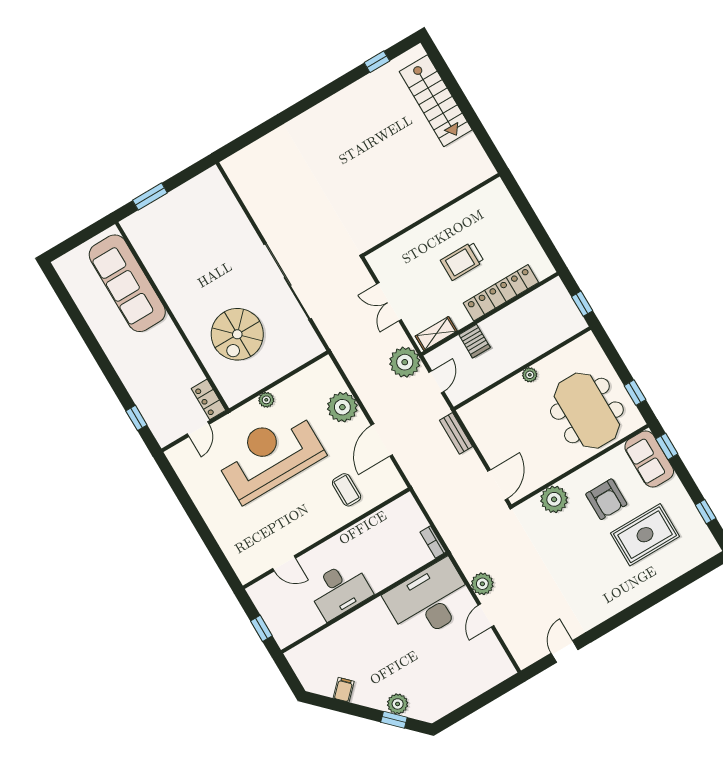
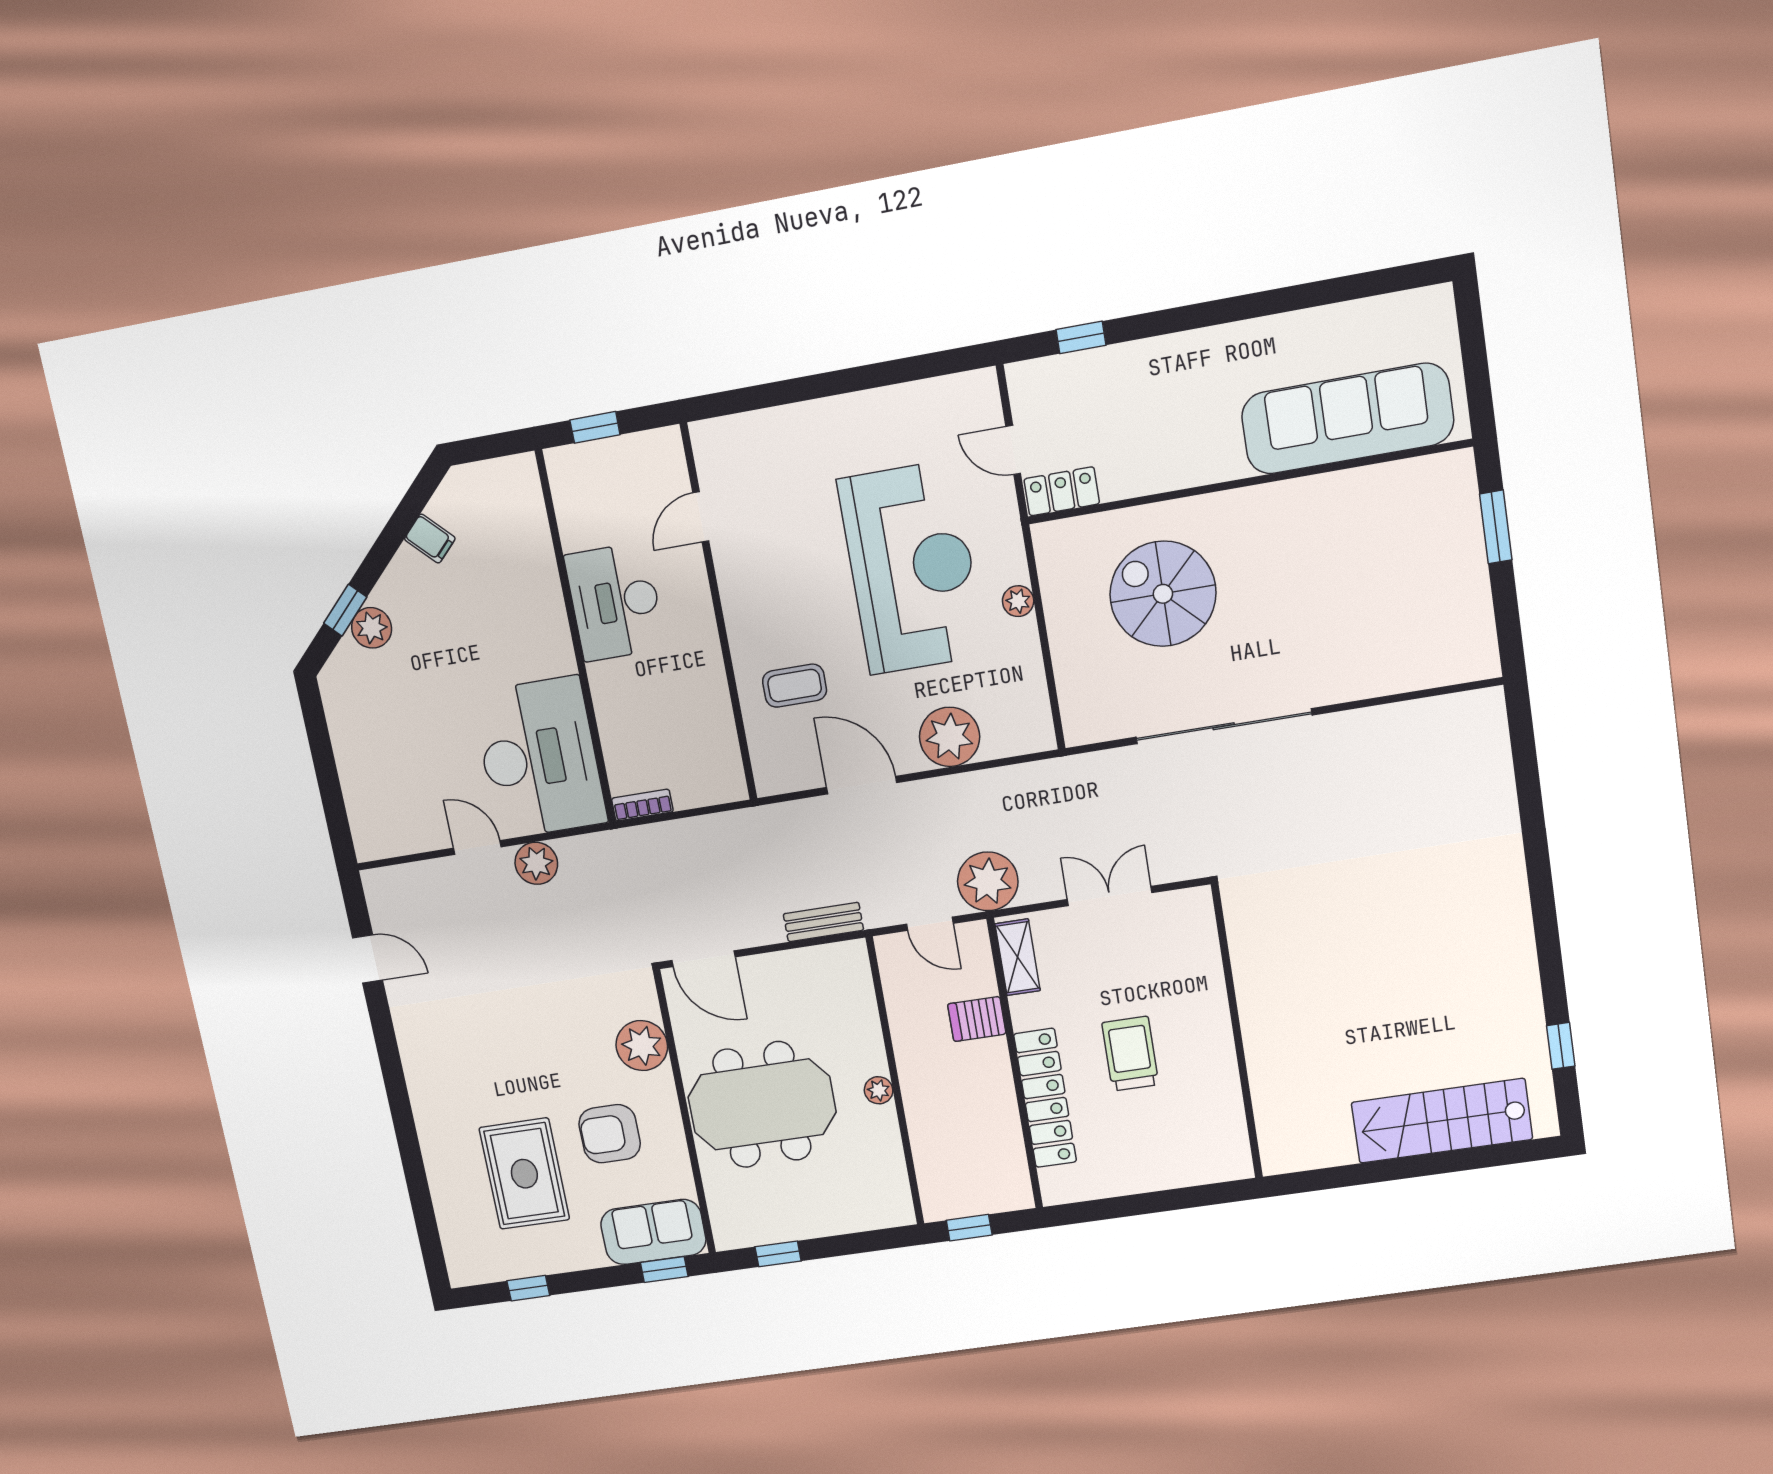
meeting table: (587, 411) -> (762, 1105), moved

